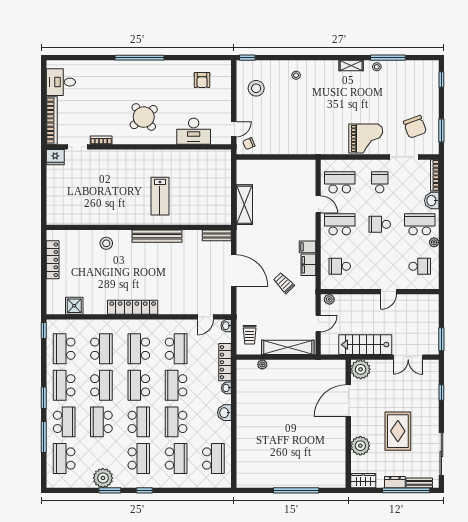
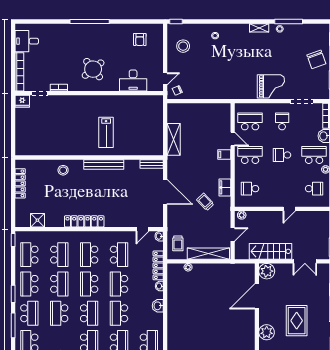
chair: (415, 127) -> (316, 59), moved
filing cabinet: (308, 247) -> (224, 154), moved

